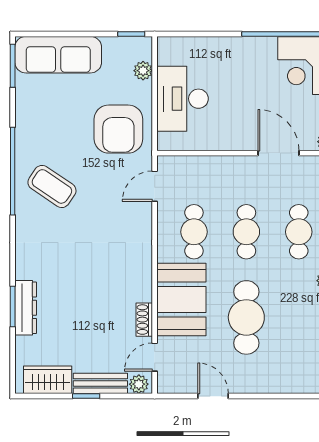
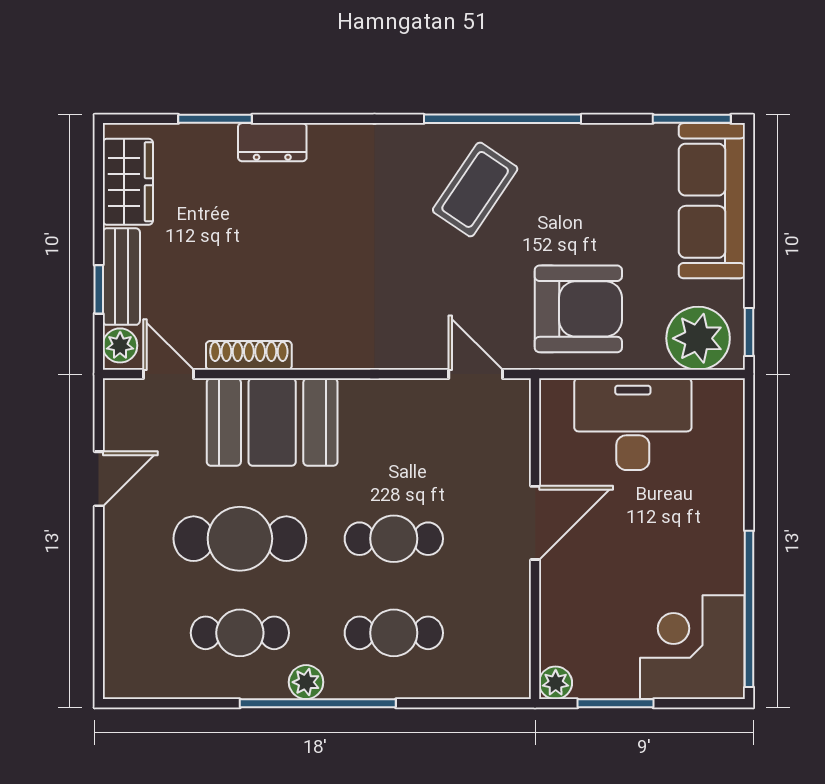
plant: (143, 71) -> (698, 338), width x1.88, depth x1.88
armchair: (118, 129) -> (578, 309), turned 180
door: (278, 153) -> (535, 523), moved
cafe table: (194, 232) -> (240, 633), moved
window: (13, 307) -> (215, 119), moved
dresser: (26, 308) -> (272, 142), width x0.70
shoe rack: (144, 320) -> (249, 355), width x1.43
window: (86, 396) -> (99, 289), moved

